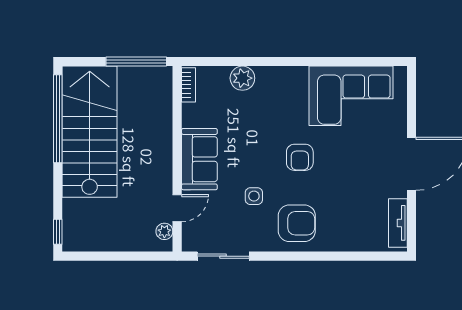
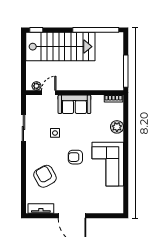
corner sofa: (351, 96) -> (108, 164), moved
stairs: (90, 132) -> (60, 47), moved
door: (177, 208) -> (49, 93), swing flipped
armchair: (297, 223) -> (45, 176), moved, turned 151
sliding door: (223, 256) -> (23, 128), moved

